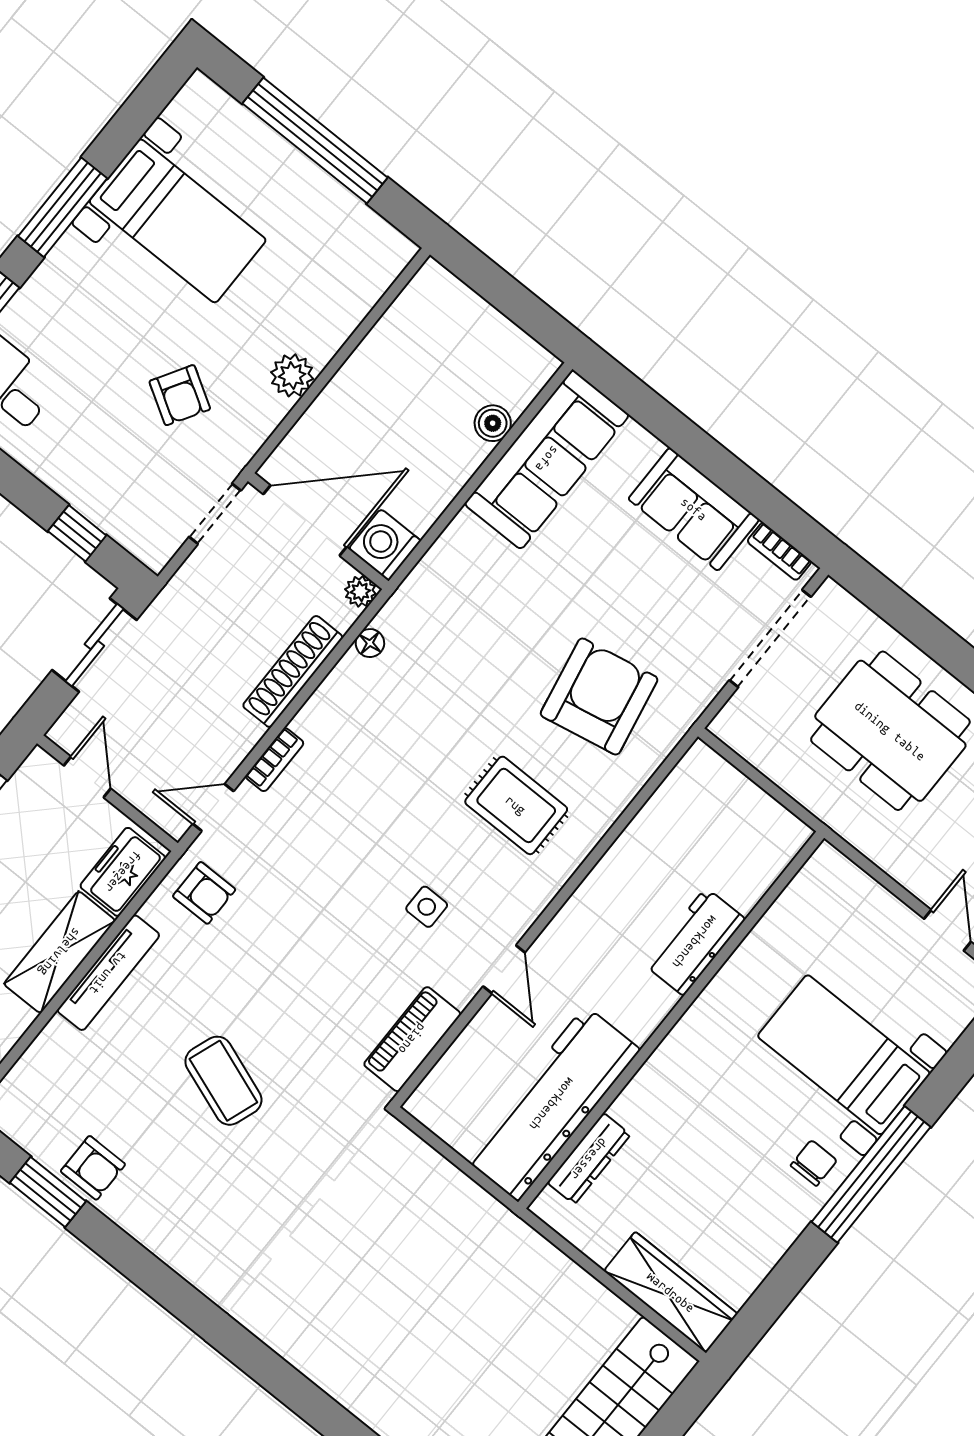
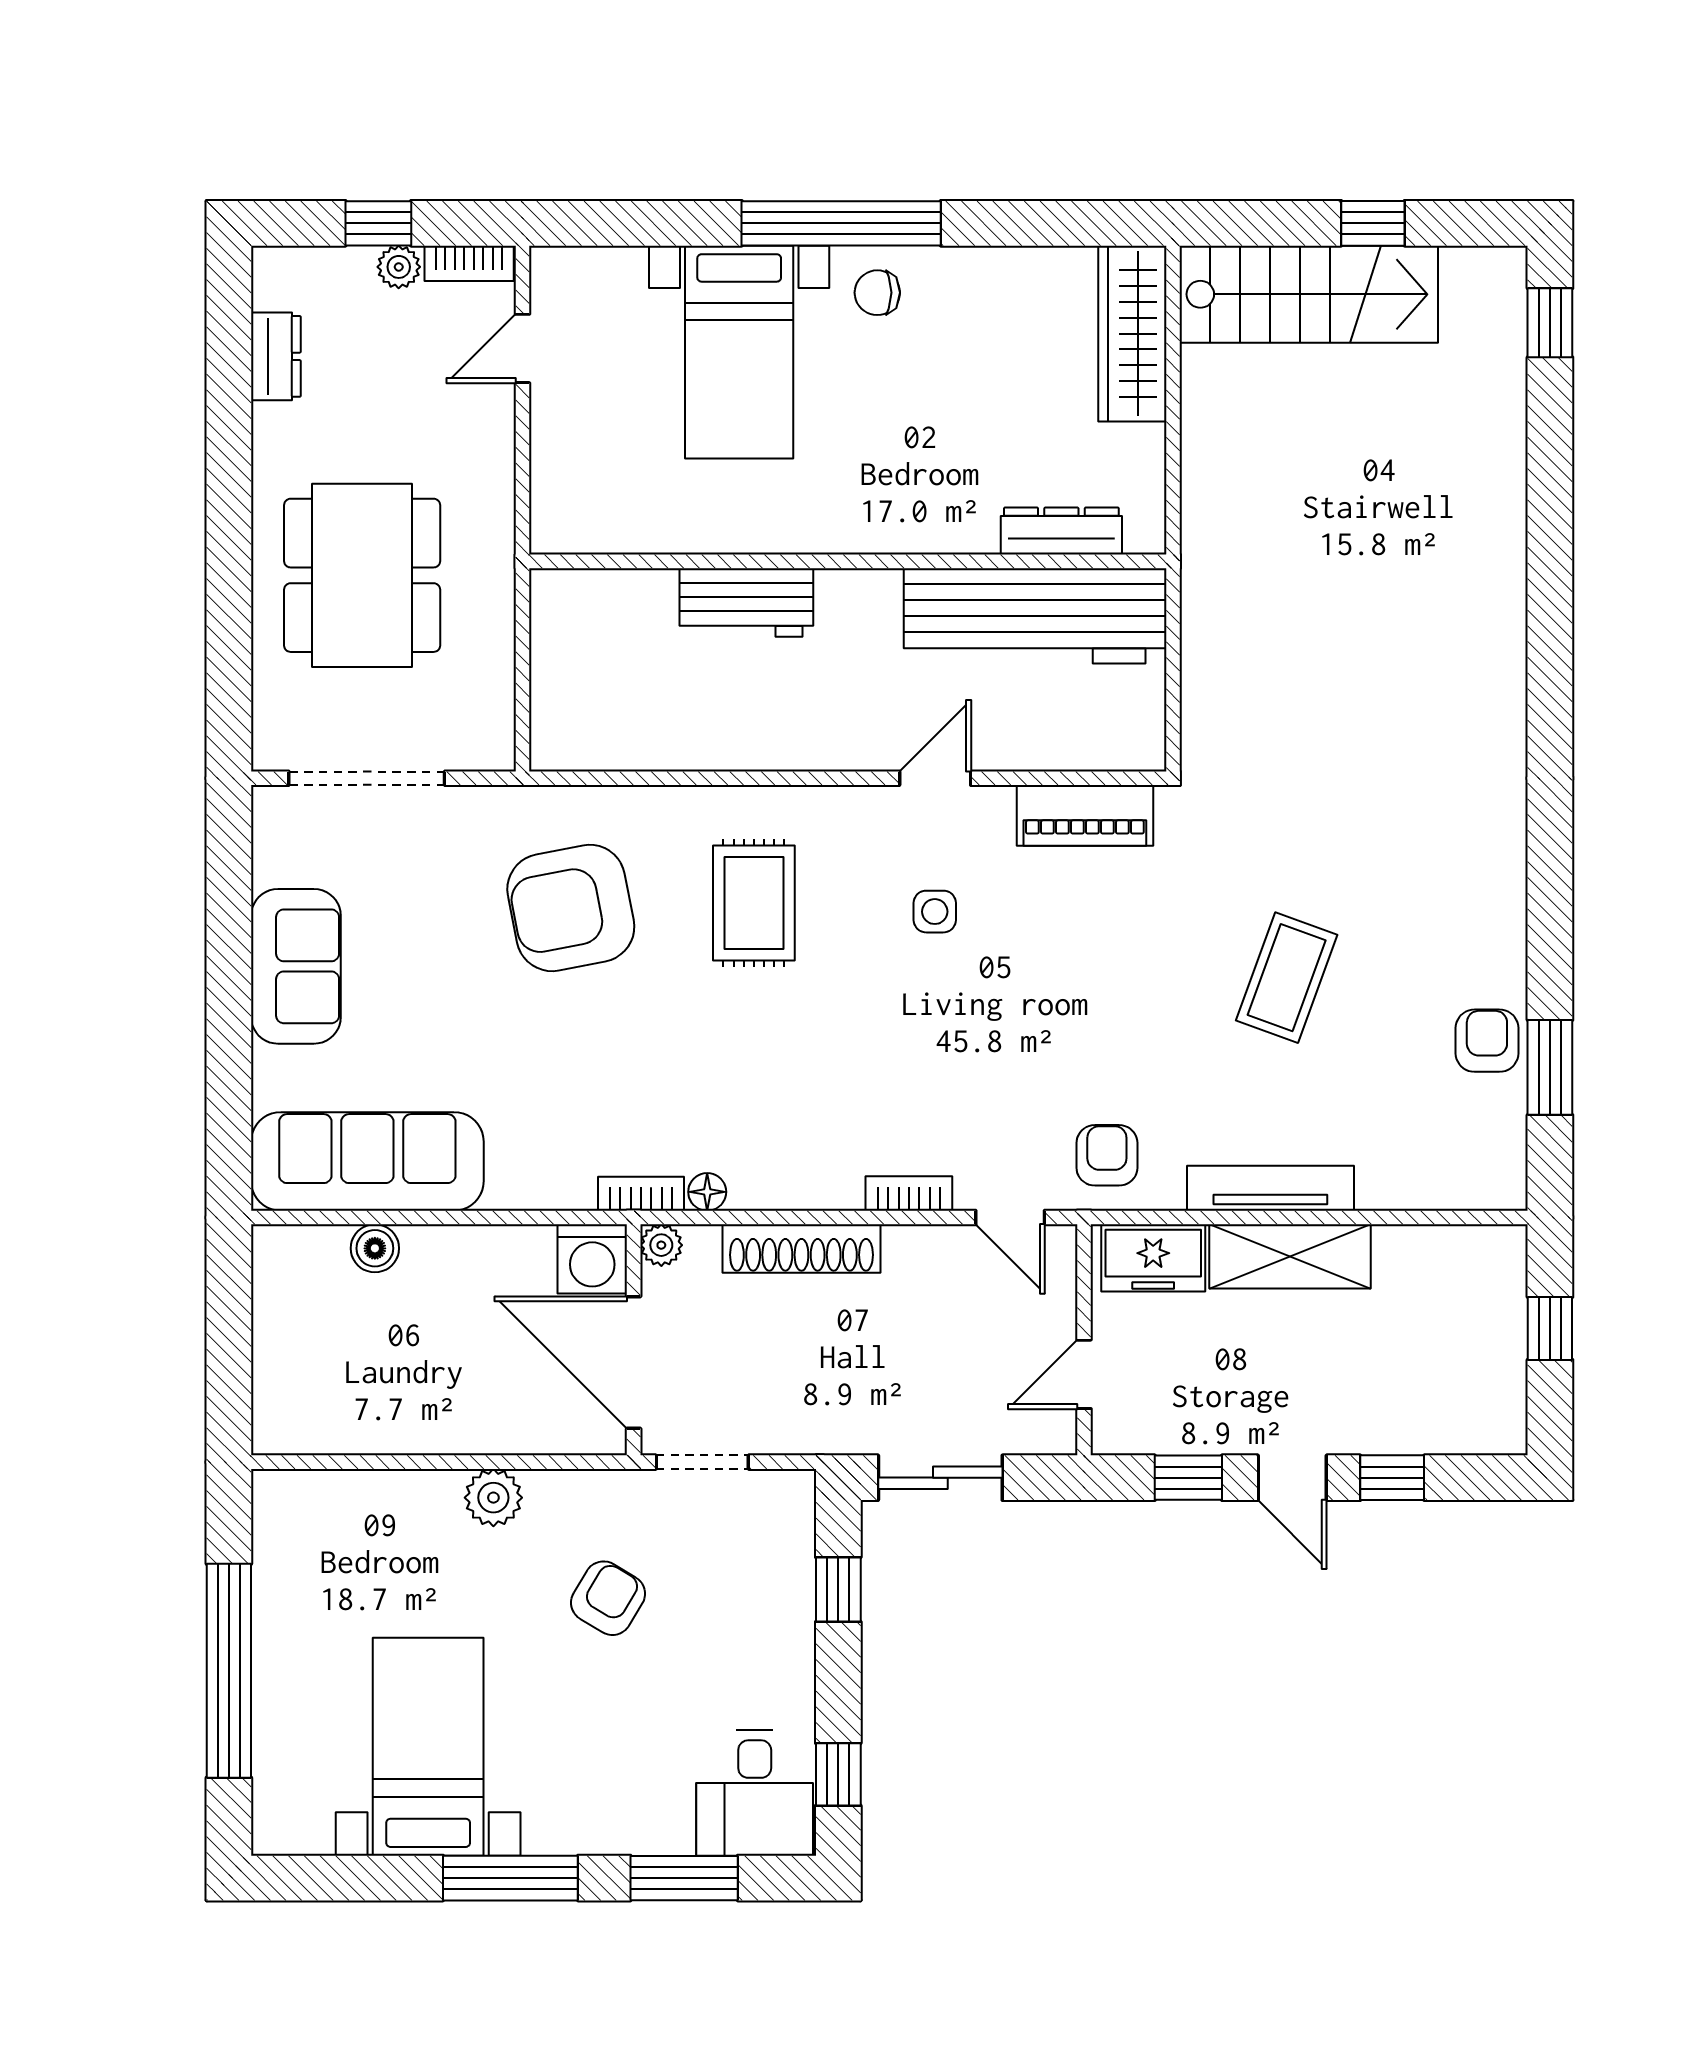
bookcase: (779, 552) -> (641, 1194), moved, turned -90

